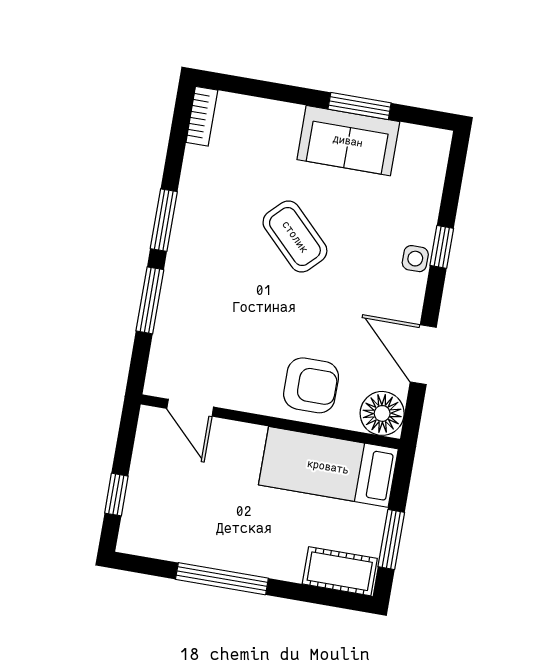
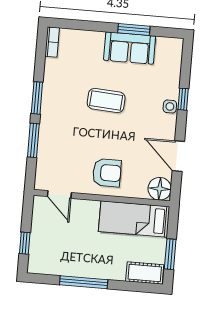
coffee table: (295, 237) -> (106, 100), turned -41
armchair: (311, 385) -> (107, 173), moved

